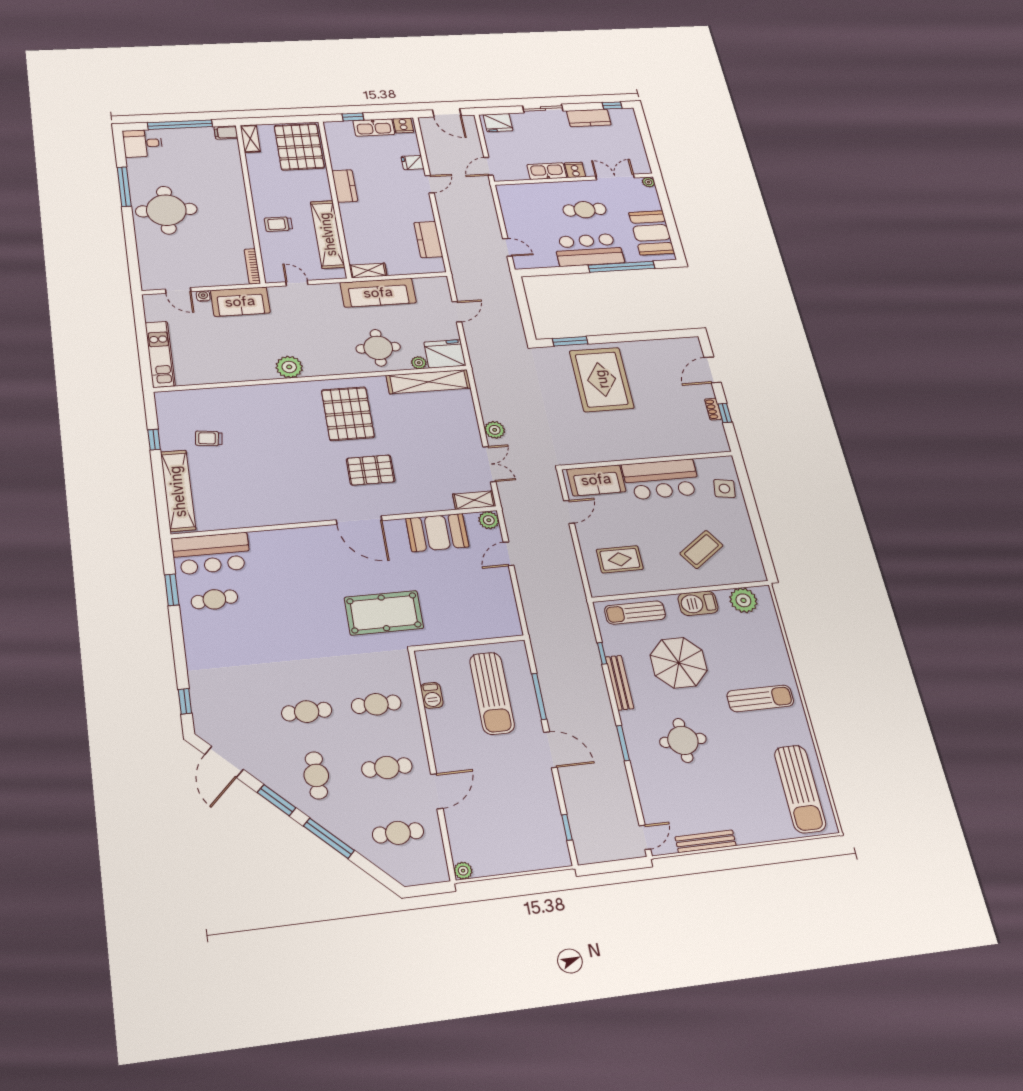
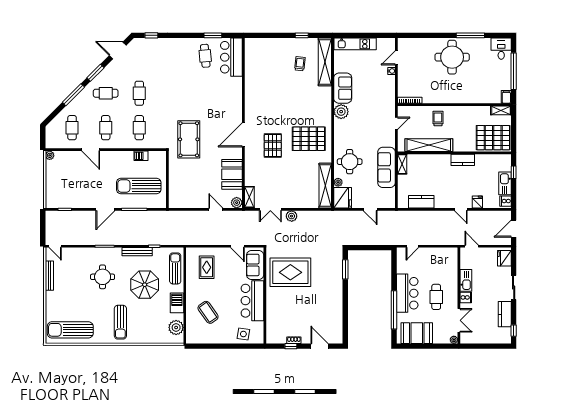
sofa: (240, 302) -> (343, 88), moved, turned 180
rug: (602, 379) -> (290, 272), moved
shelving: (178, 491) -> (325, 62), moved, turned 90

